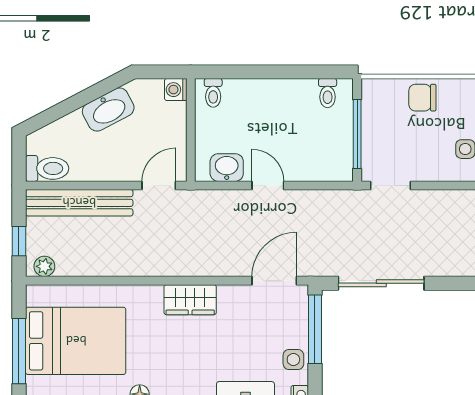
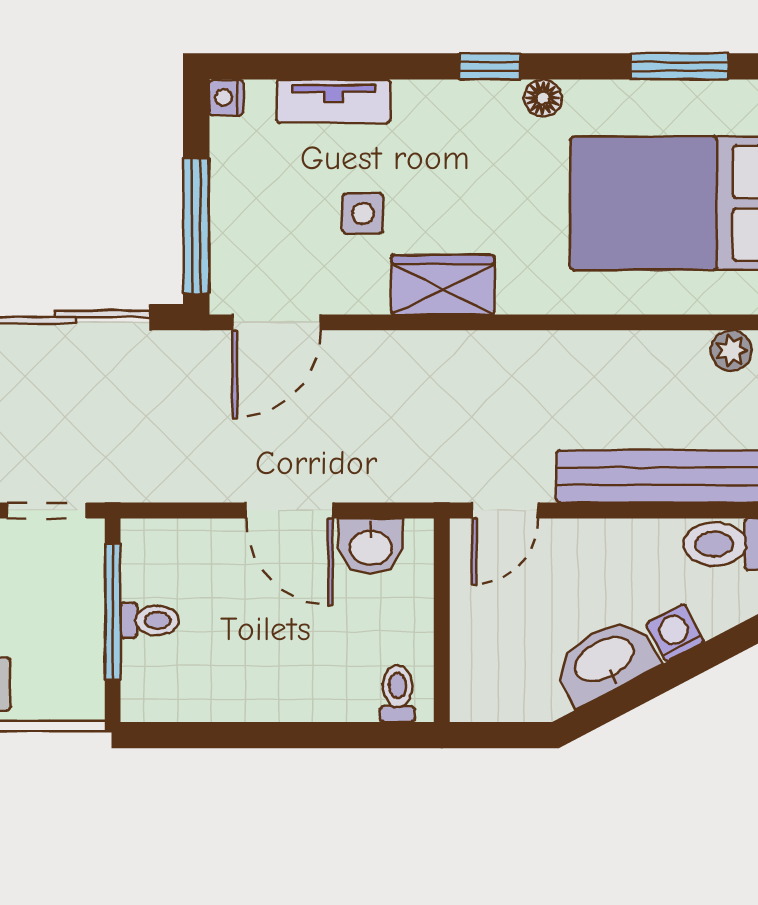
washing machine: (176, 90) -> (675, 633), moved, turned -118
toilet: (328, 93) -> (149, 620), moved, turned 90
door: (268, 185) -> (289, 510), width x1.38
side table: (293, 360) -> (363, 213), moved

